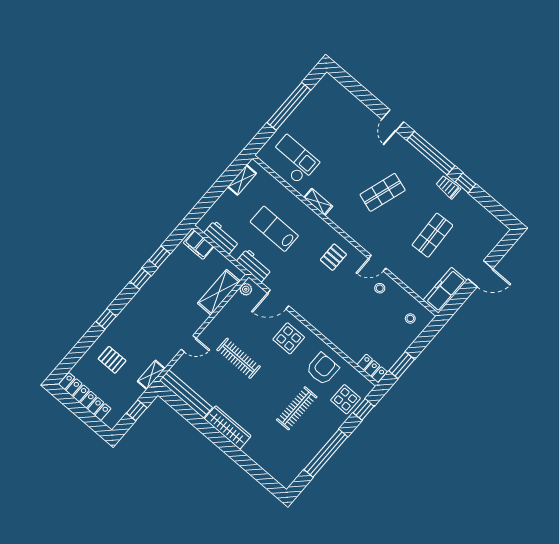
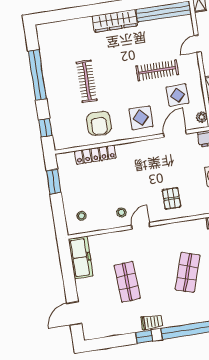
door: (480, 274) -> (74, 313), moved
locker: (372, 368) -> (95, 155), moved, width x1.53
display table: (345, 399) -> (178, 95), moved

